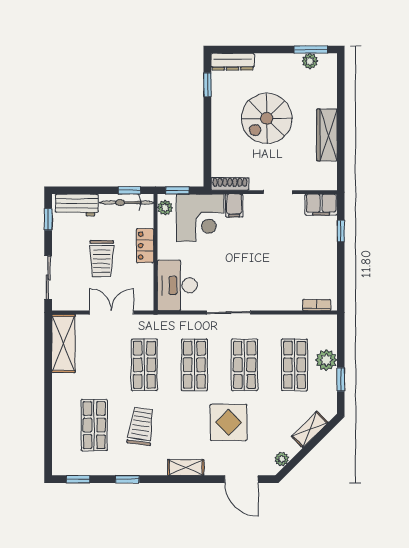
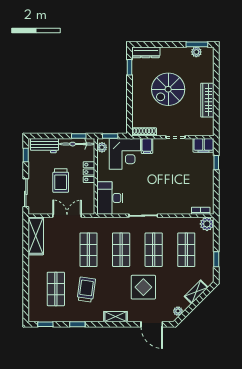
plant: (326, 360) -> (207, 224), moved

